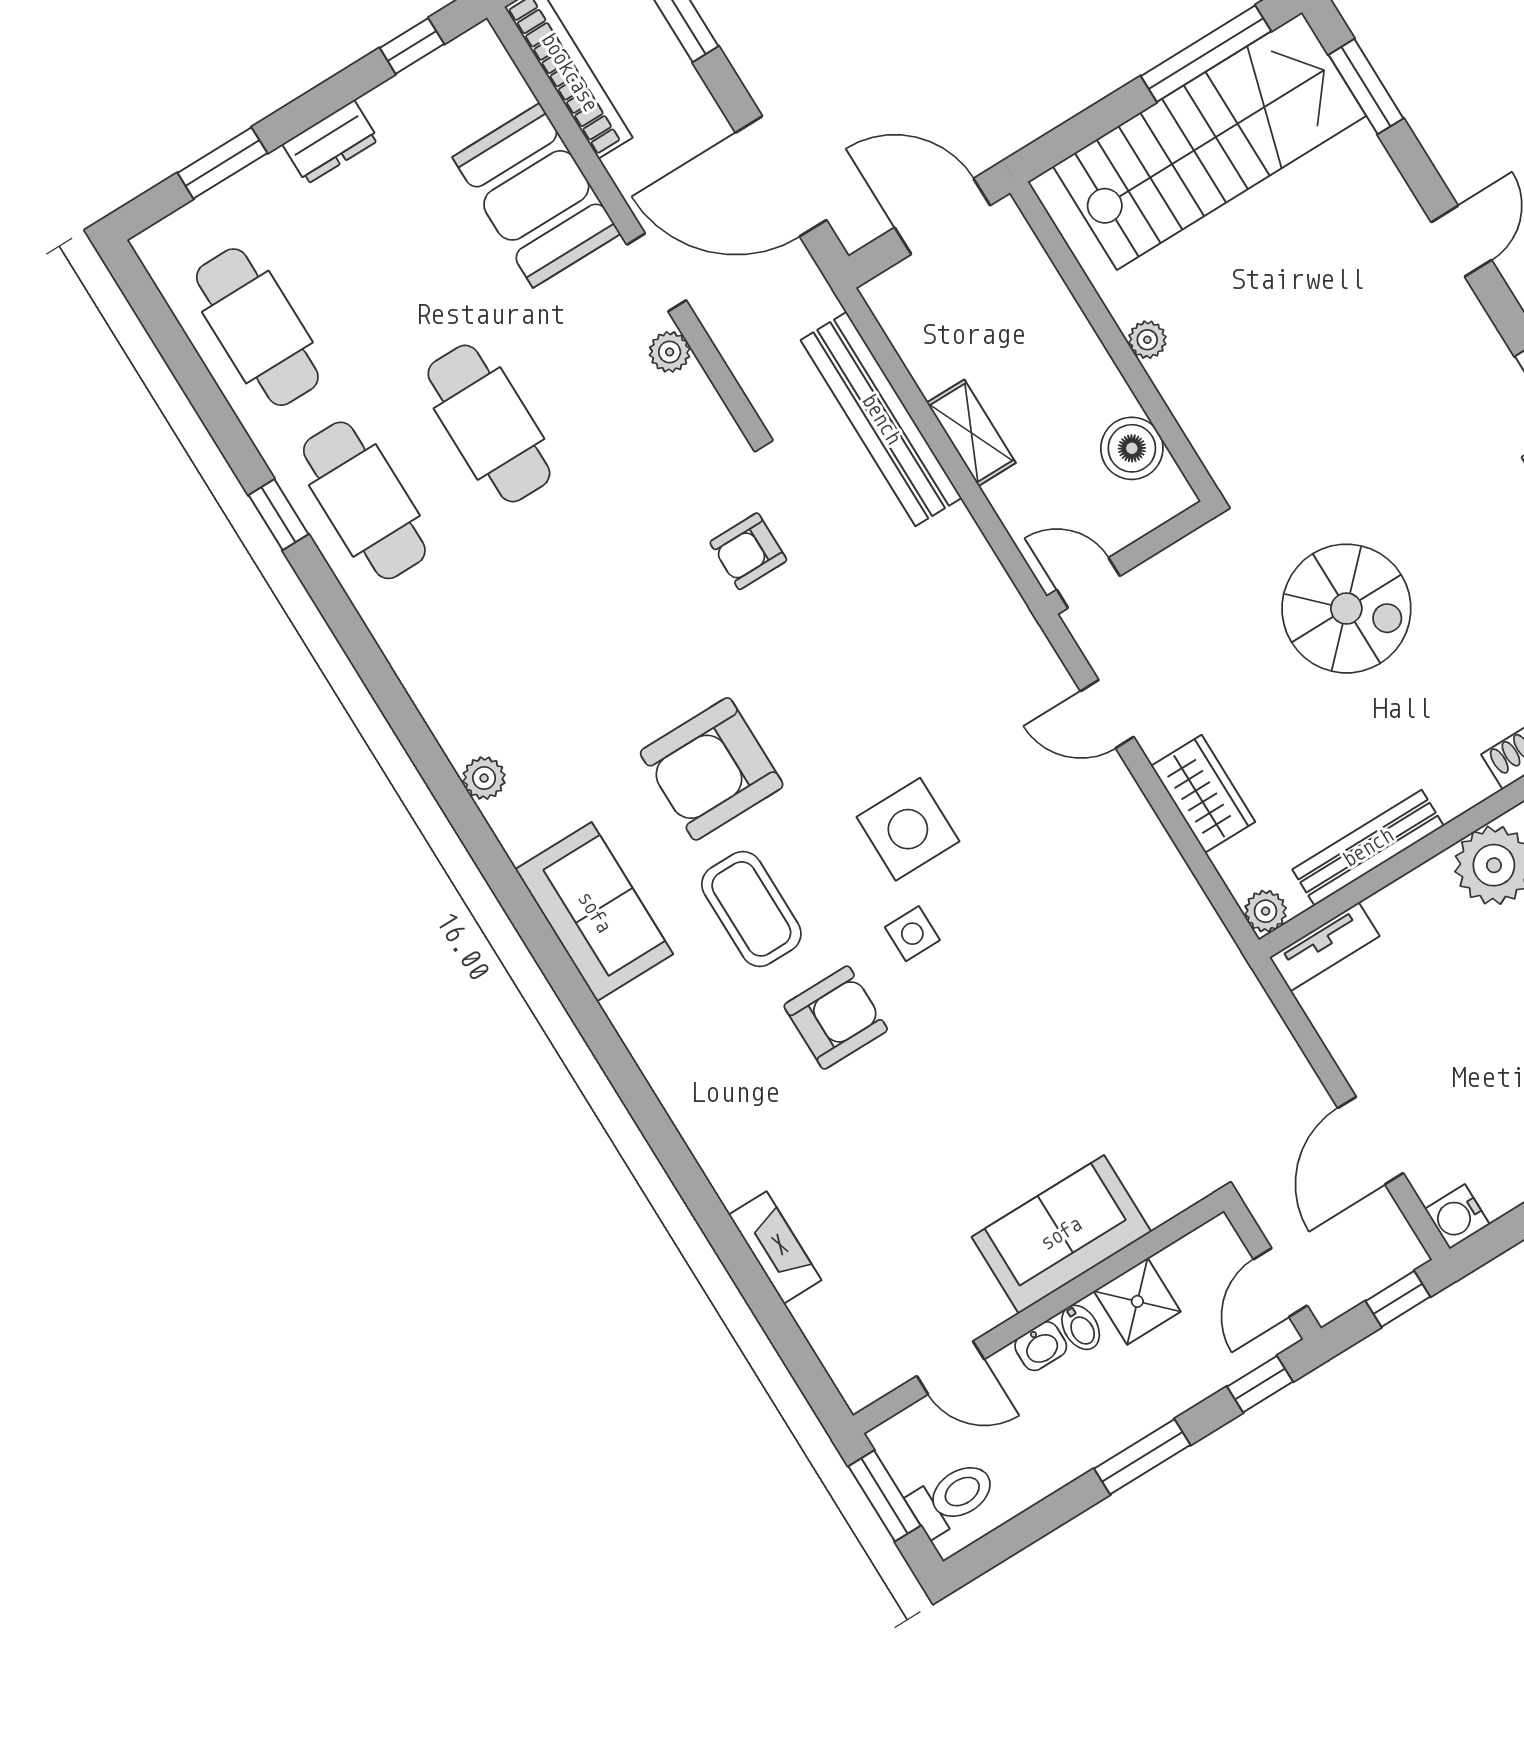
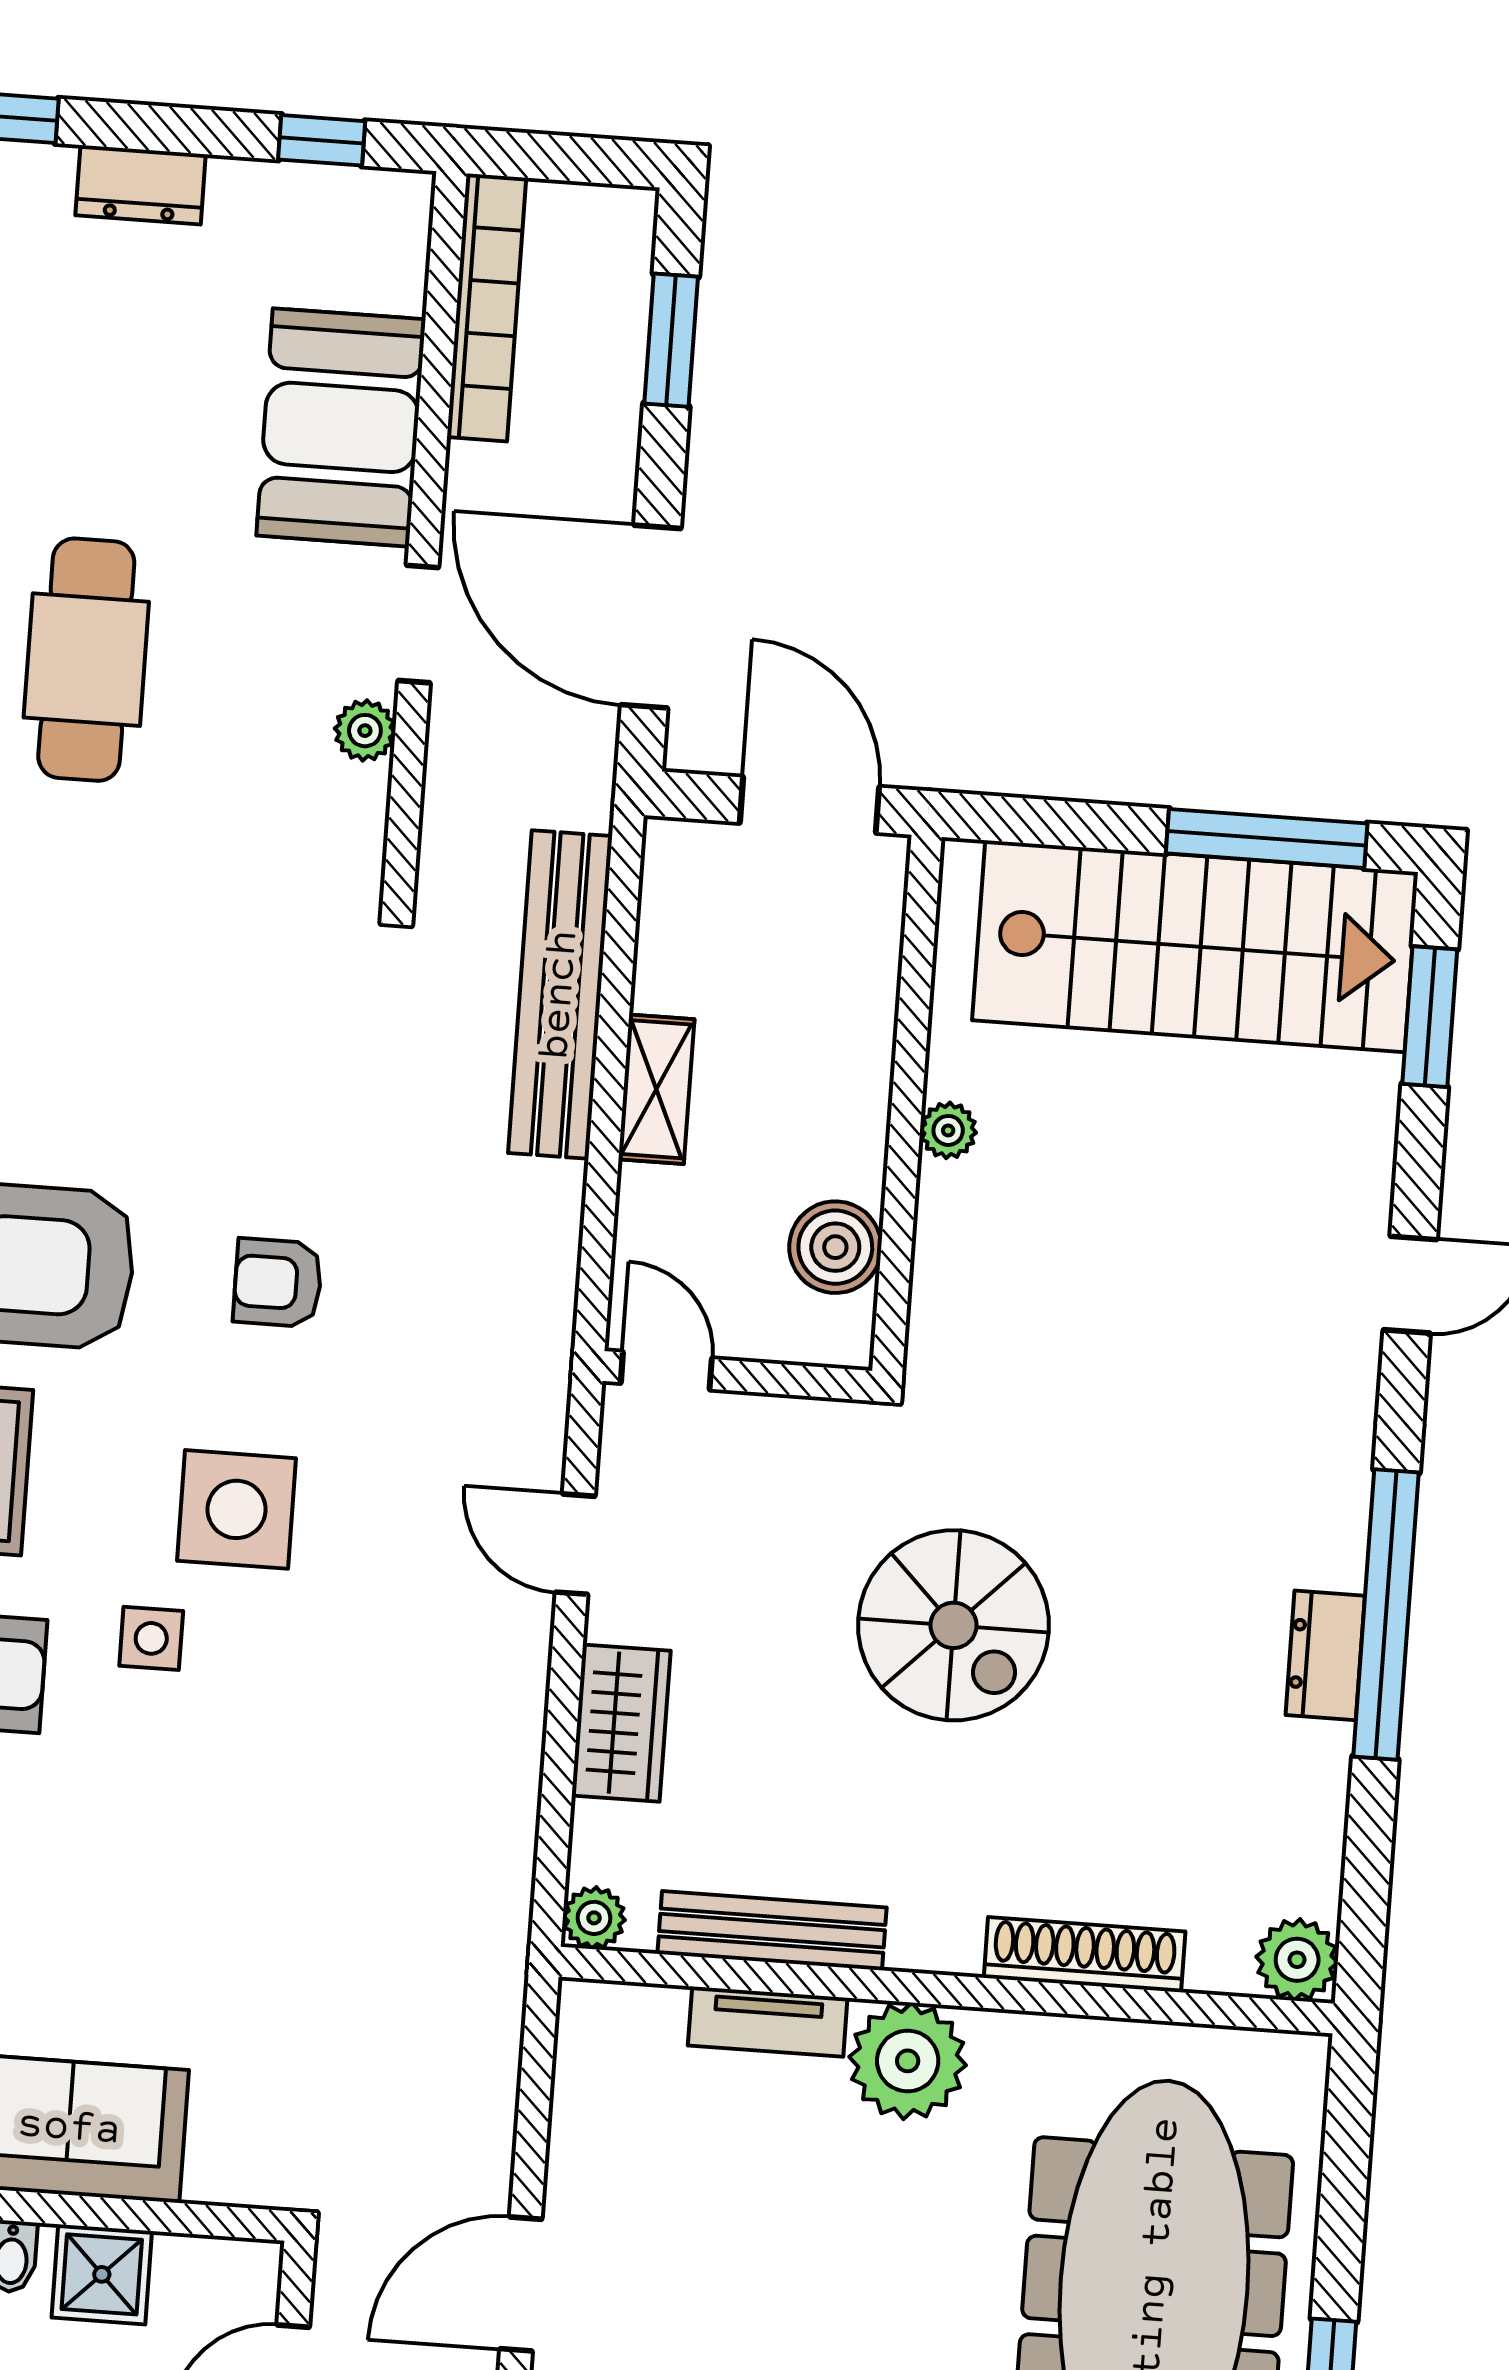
armchair: (748, 551) -> (278, 1283), moved
tv unit: (1325, 947) -> (768, 2022), moved

